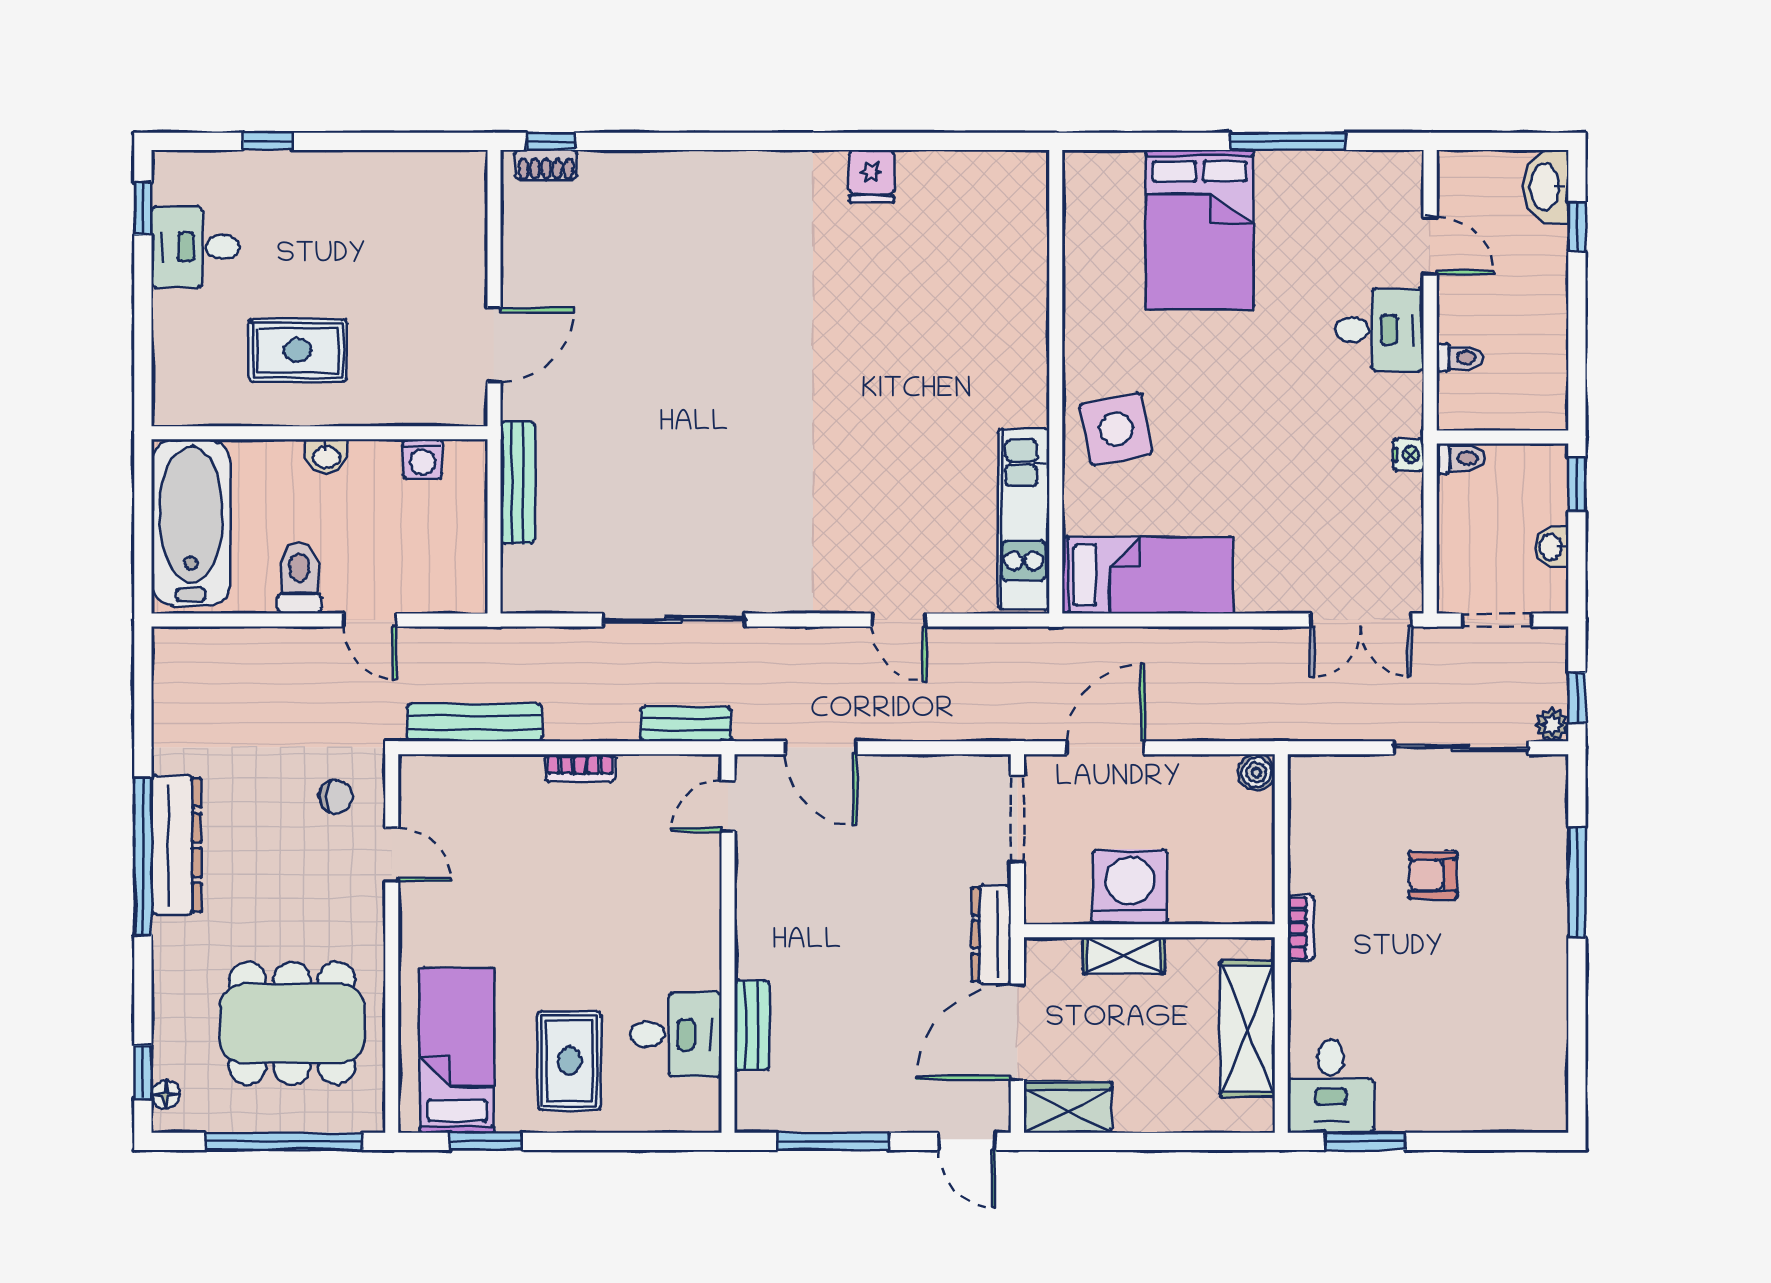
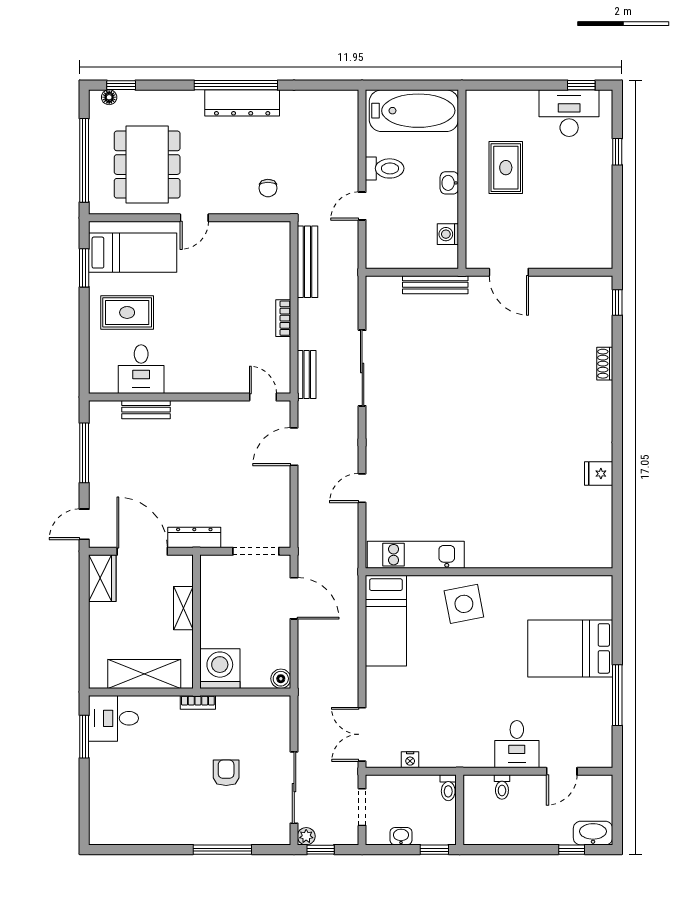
shoe rack: (546, 165) -> (605, 364), moved
desk: (195, 247) -> (569, 113), width x1.37
nightstand: (1408, 455) -> (410, 760), moved
door: (392, 855) -> (194, 218), moved
washing machine: (1130, 887) -> (220, 669), moved, turned -90

